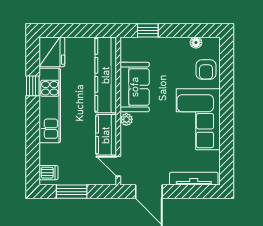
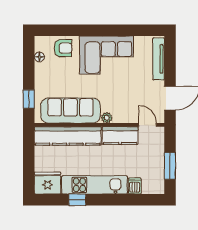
sofa: (135, 87) -> (70, 111), width x1.36
door: (118, 166) -> (148, 125), swing flipped
dishwasher: (49, 173) -> (135, 186), moved

